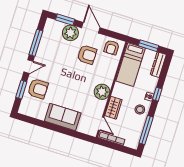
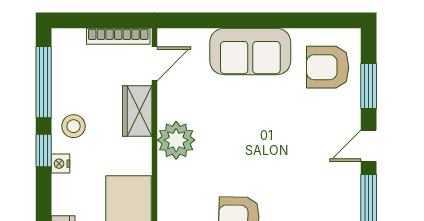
armchair: (38, 89) -> (328, 67), moved
window: (157, 94) -> (44, 151), moved
door: (101, 124) -> (155, 64), swing flipped

